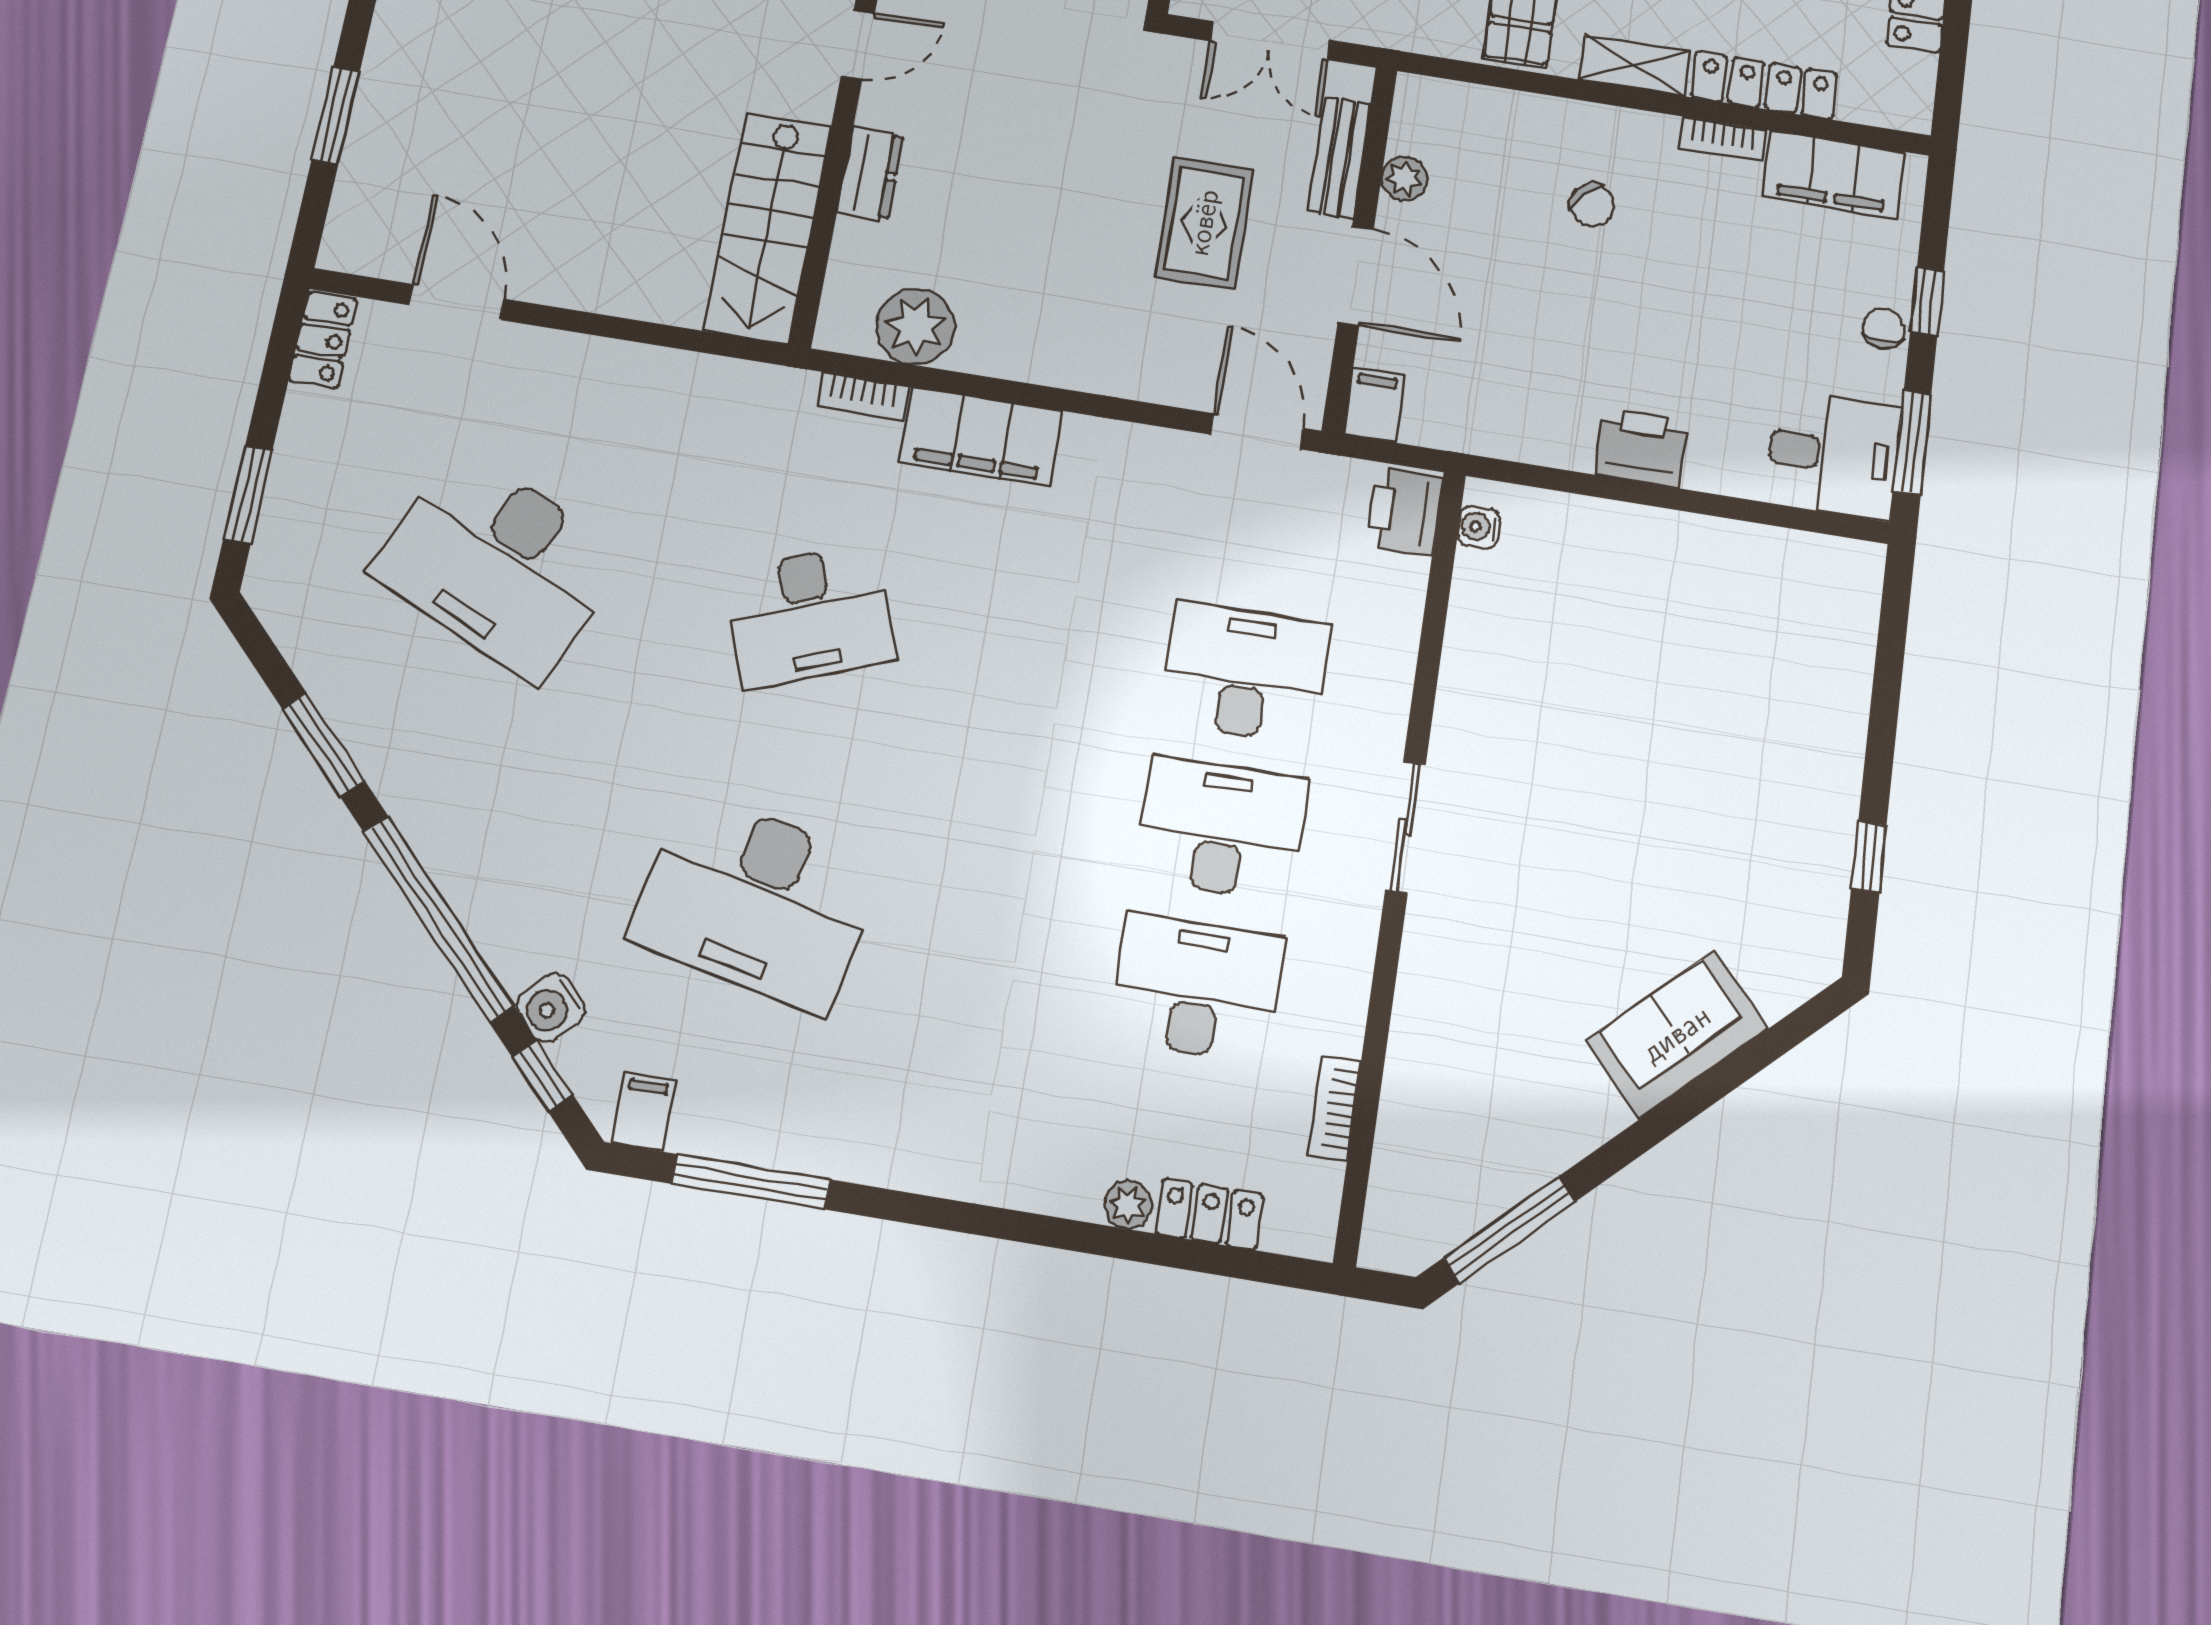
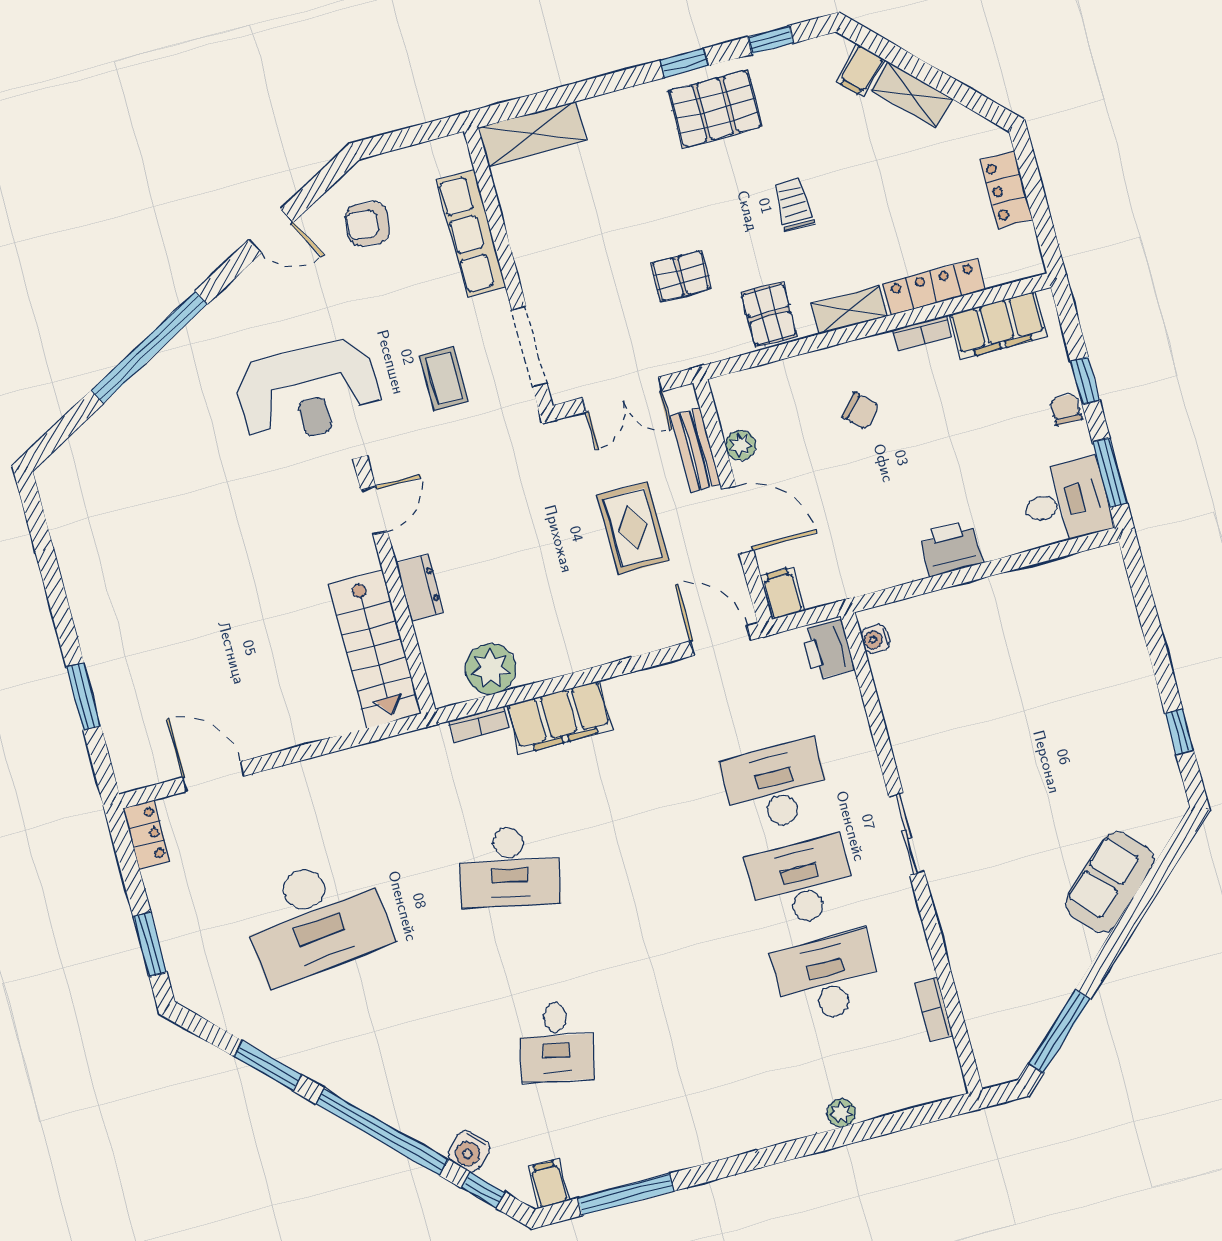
desk: (498, 564) -> (315, 919), turned -30
desk: (810, 615) -> (509, 867), turned 33
desk: (756, 901) -> (556, 1042), width x0.53, depth x0.77
locker: (1209, 1214) -> (889, 1098), removed

